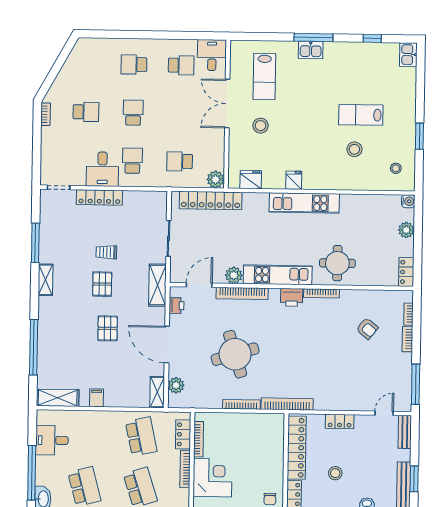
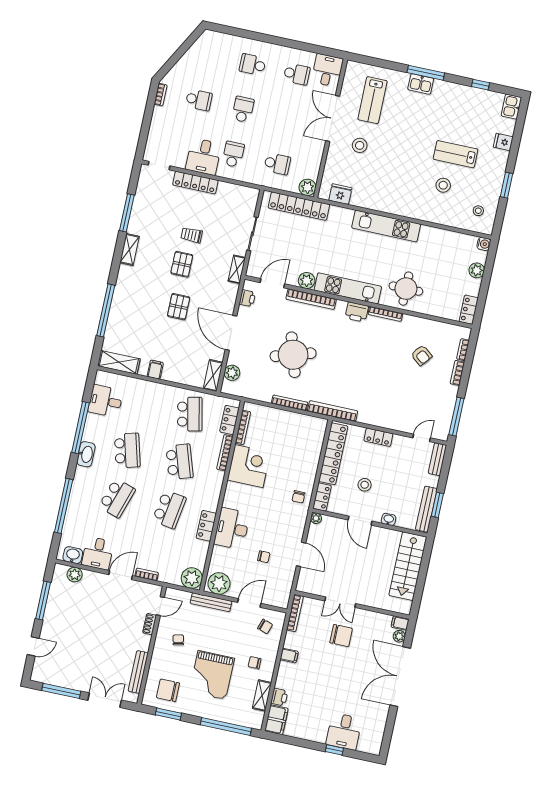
school desk: (180, 161) -> (277, 164), turned 180
fridge: (294, 180) -> (503, 142), moved, turned -90
shelving: (157, 285) -> (237, 269), width x0.67, depth x0.75

